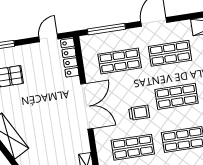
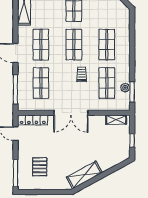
double door: (87, 106) -> (71, 113), swing flipped

